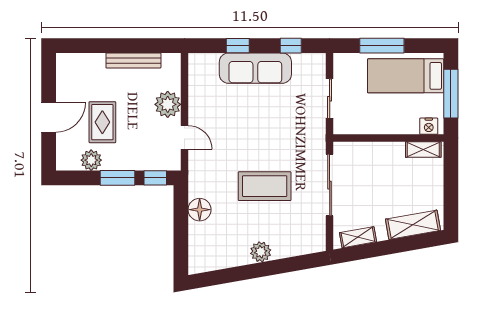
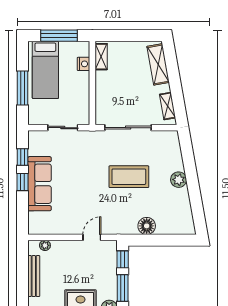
window: (238, 46) -> (22, 182), moved
plant: (168, 104) -> (45, 245), moved, width x0.53, depth x0.53
nightstand: (429, 126) -> (83, 64), moved
coffee table: (265, 186) -> (129, 177), turned 90

